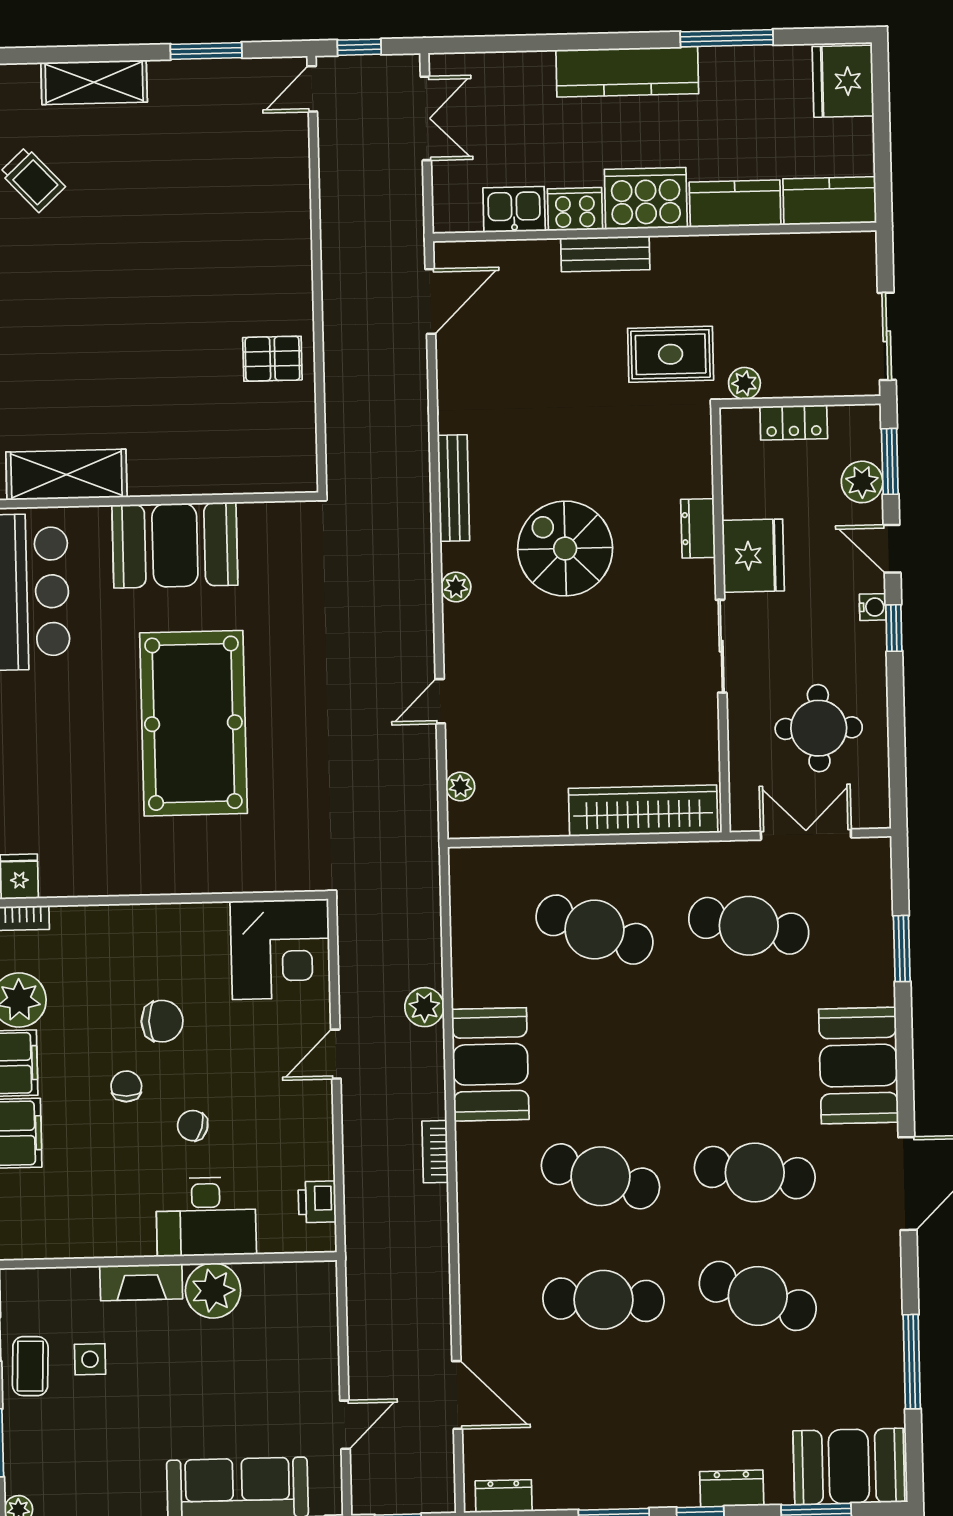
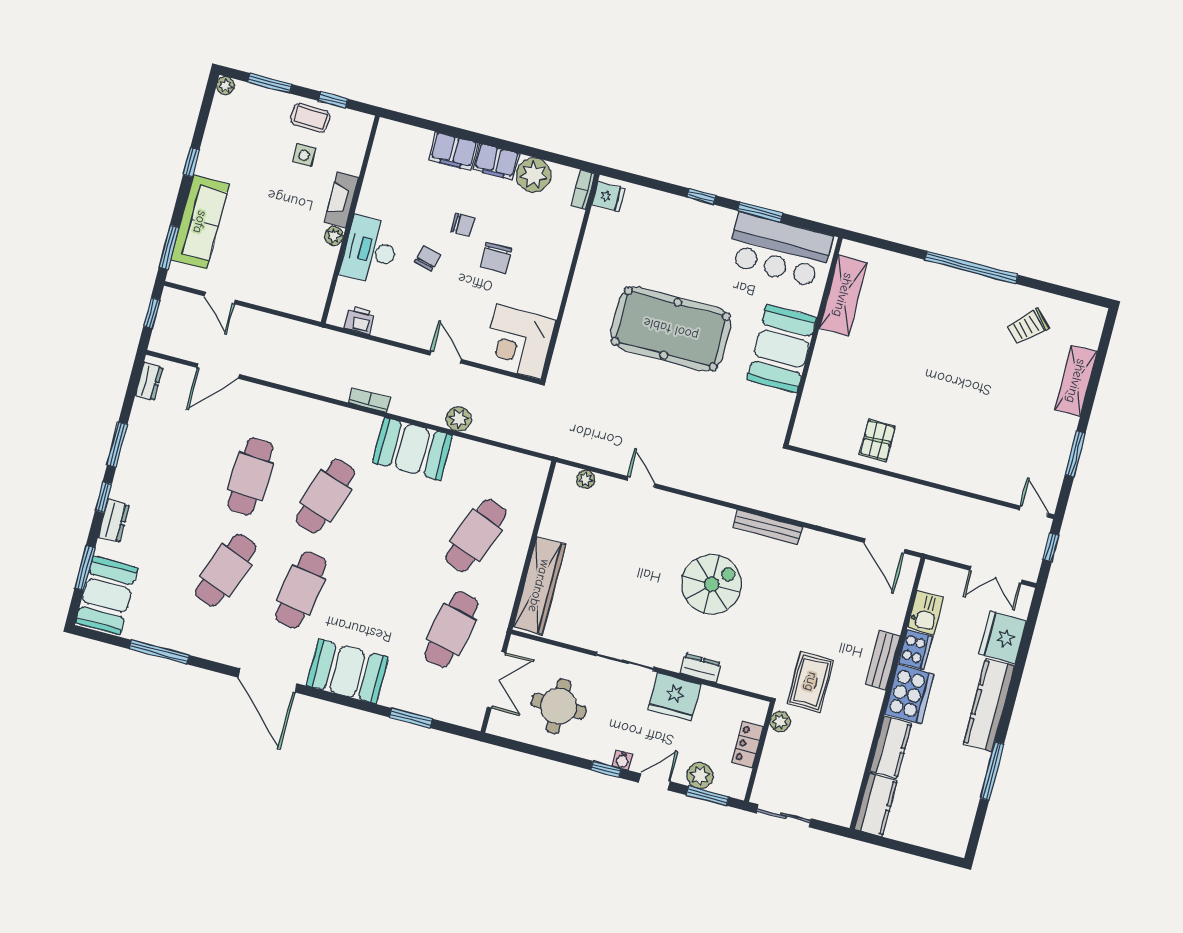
fridge: (843, 81) -> (1003, 637), moved, turned -90
plant: (456, 587) -> (707, 511), removed
plant: (213, 1291) -> (334, 236), width x0.53, depth x0.53

